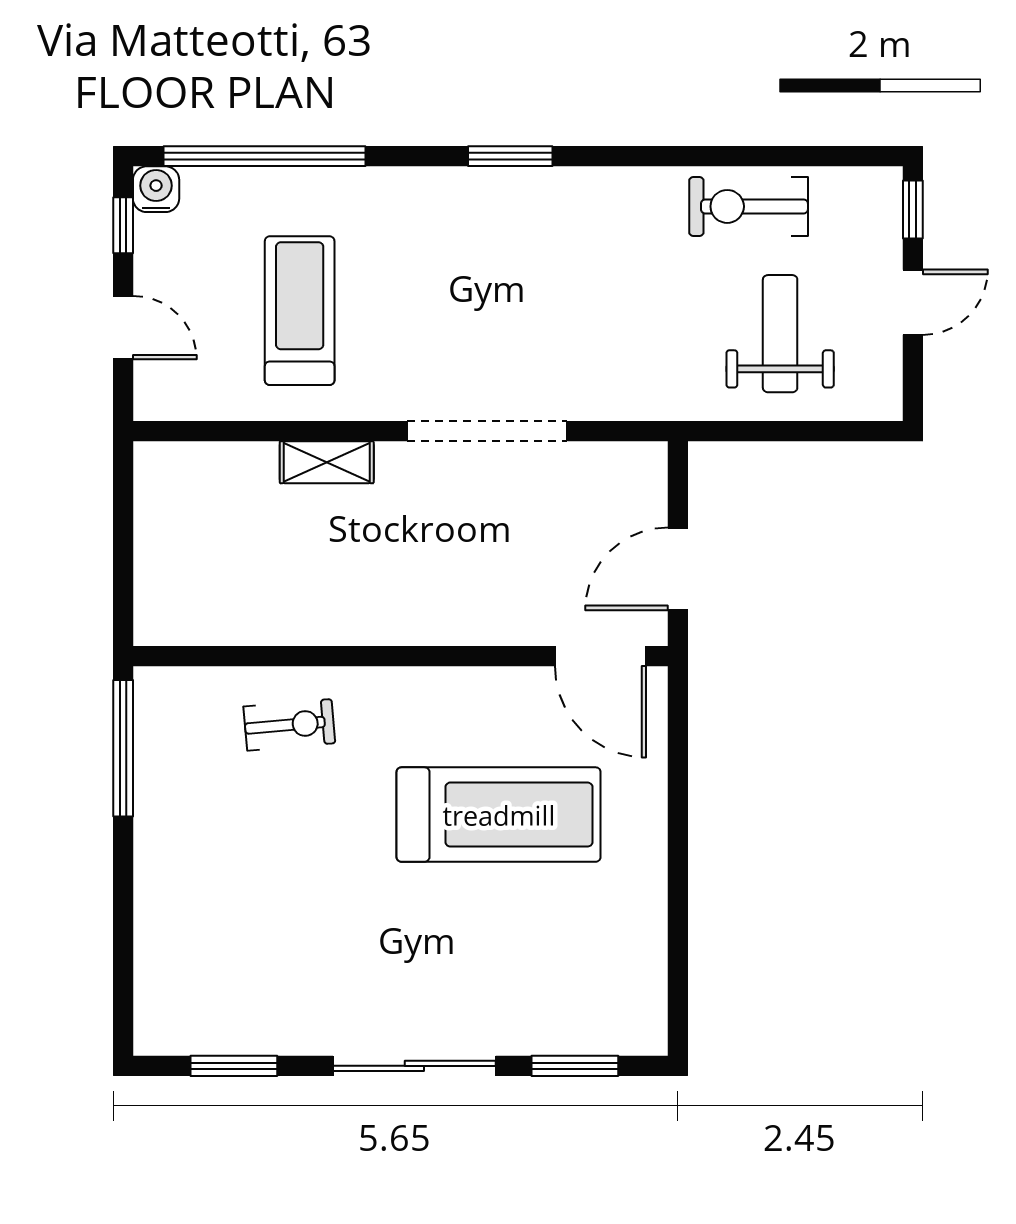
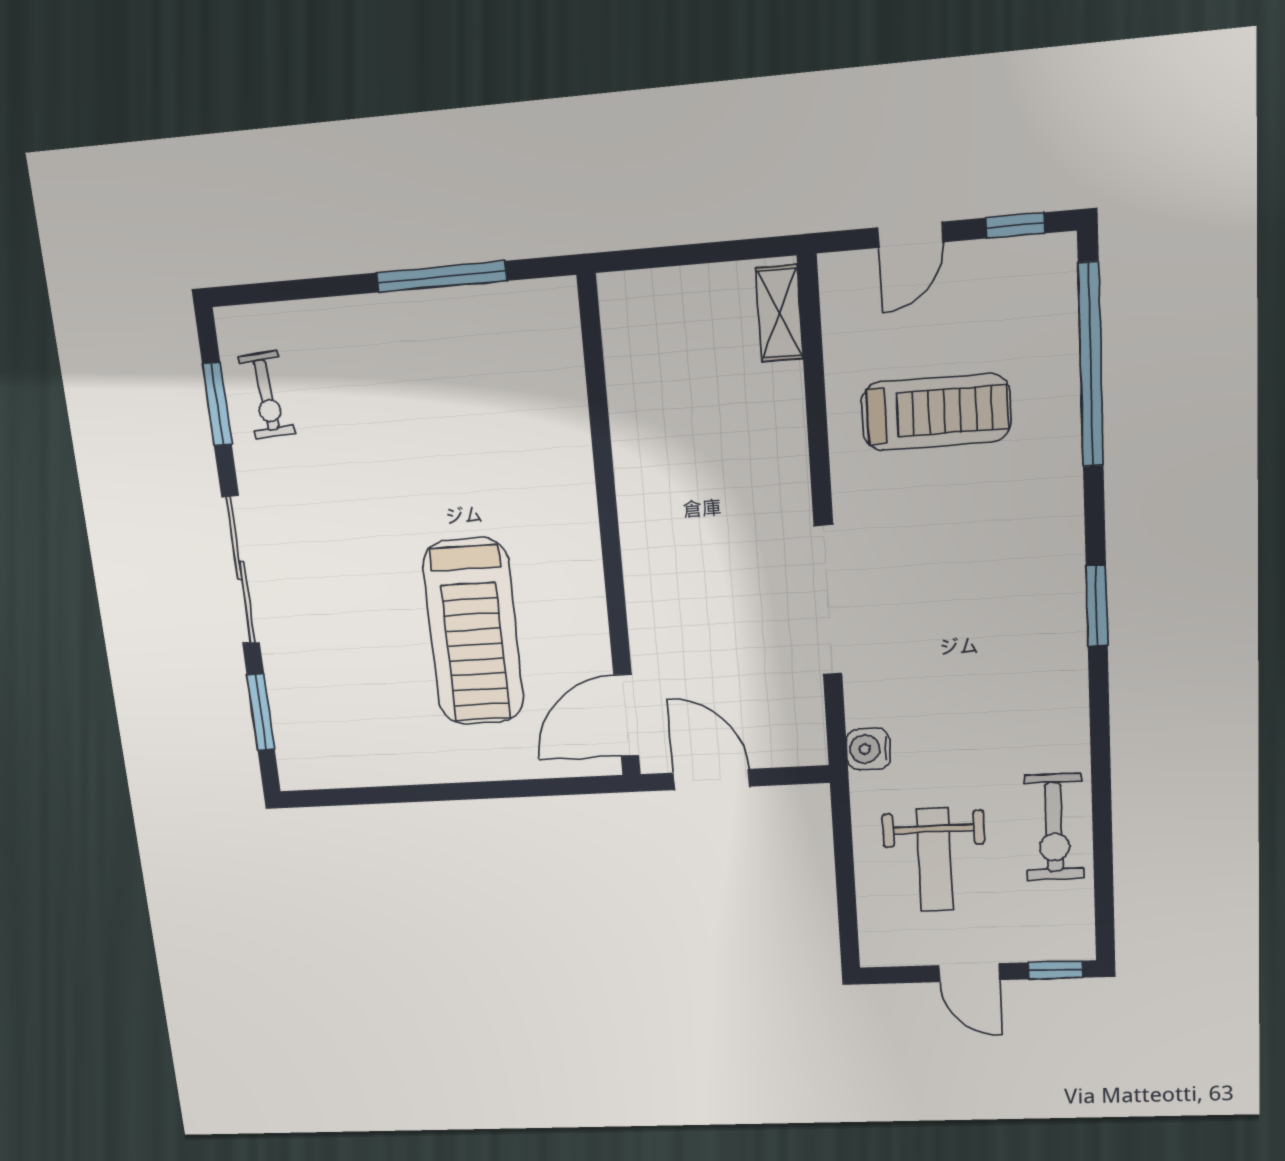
water cooler: (156, 189) -> (868, 749), moved, turned 180
exercise bike: (749, 206) -> (1054, 827), turned 180
weight bench: (780, 334) -> (935, 860), turned 90
shelving: (327, 462) -> (779, 313), moved
exercise bike: (289, 725) -> (266, 395), moved
window: (123, 748) -> (441, 277), moved

